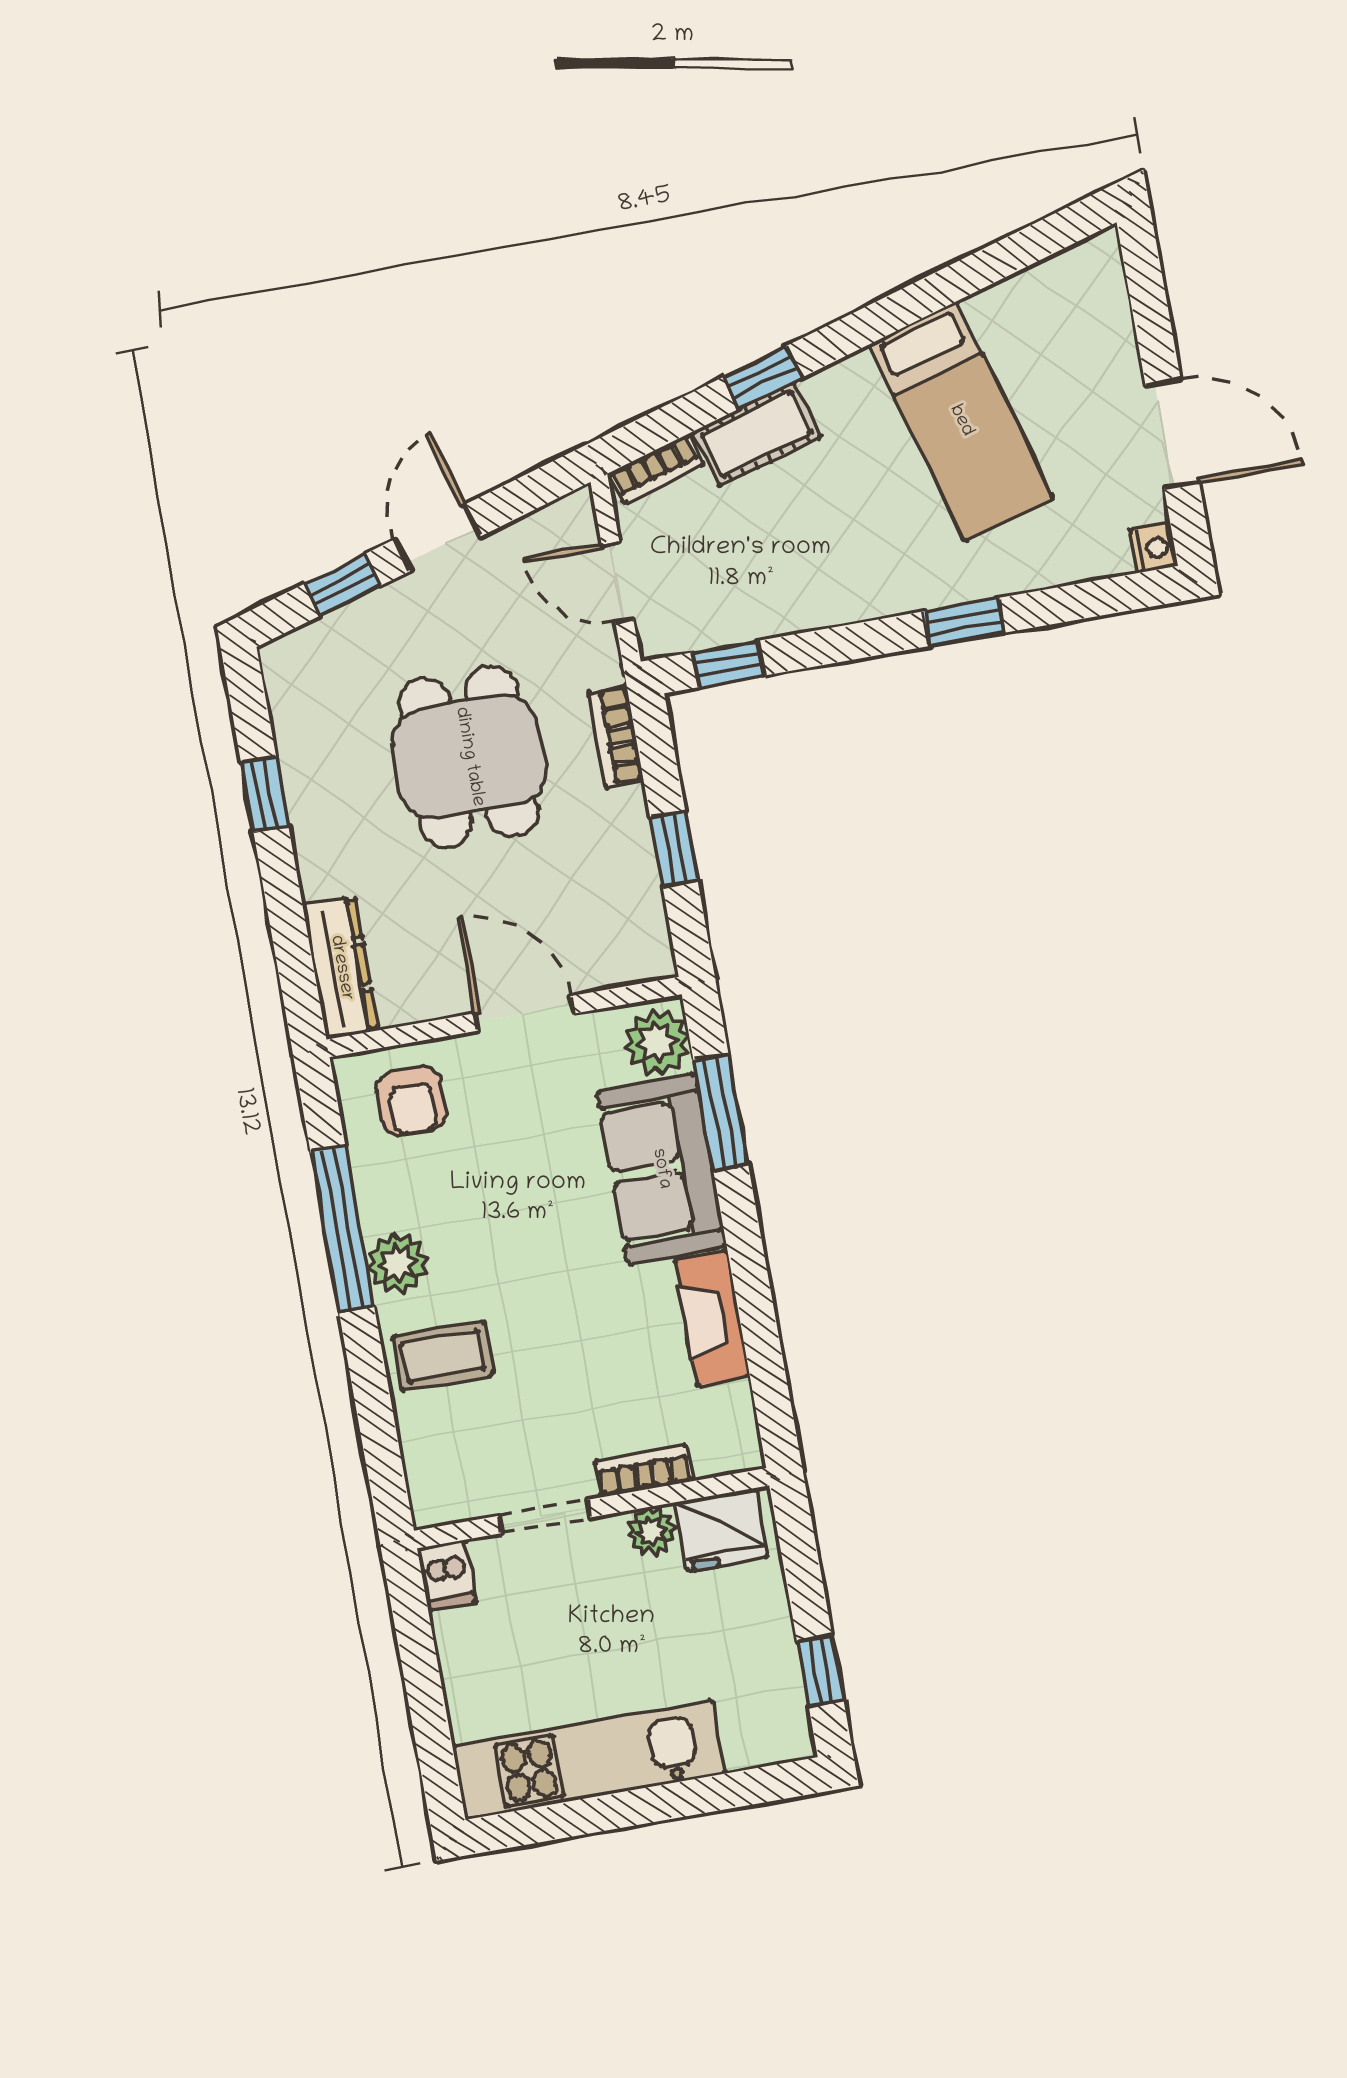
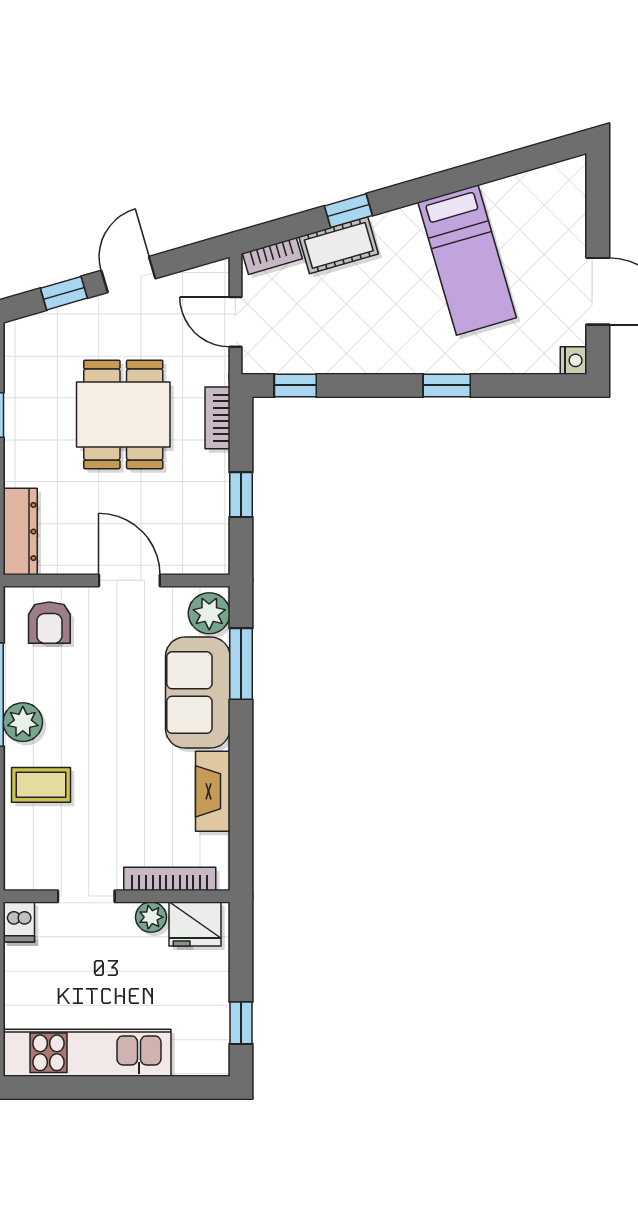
bookcase: (644, 1471) -> (170, 879), width x1.56

